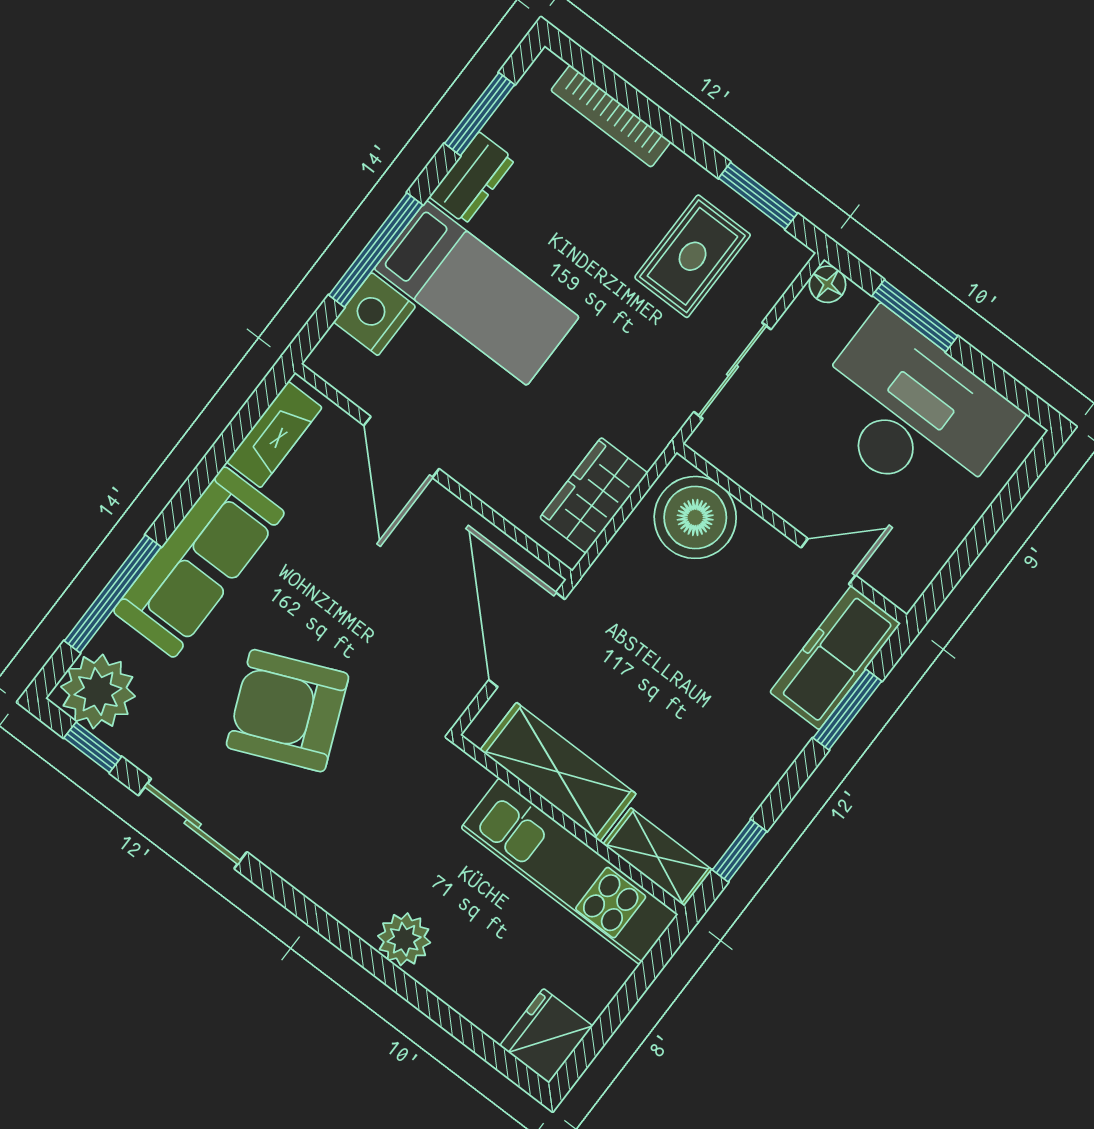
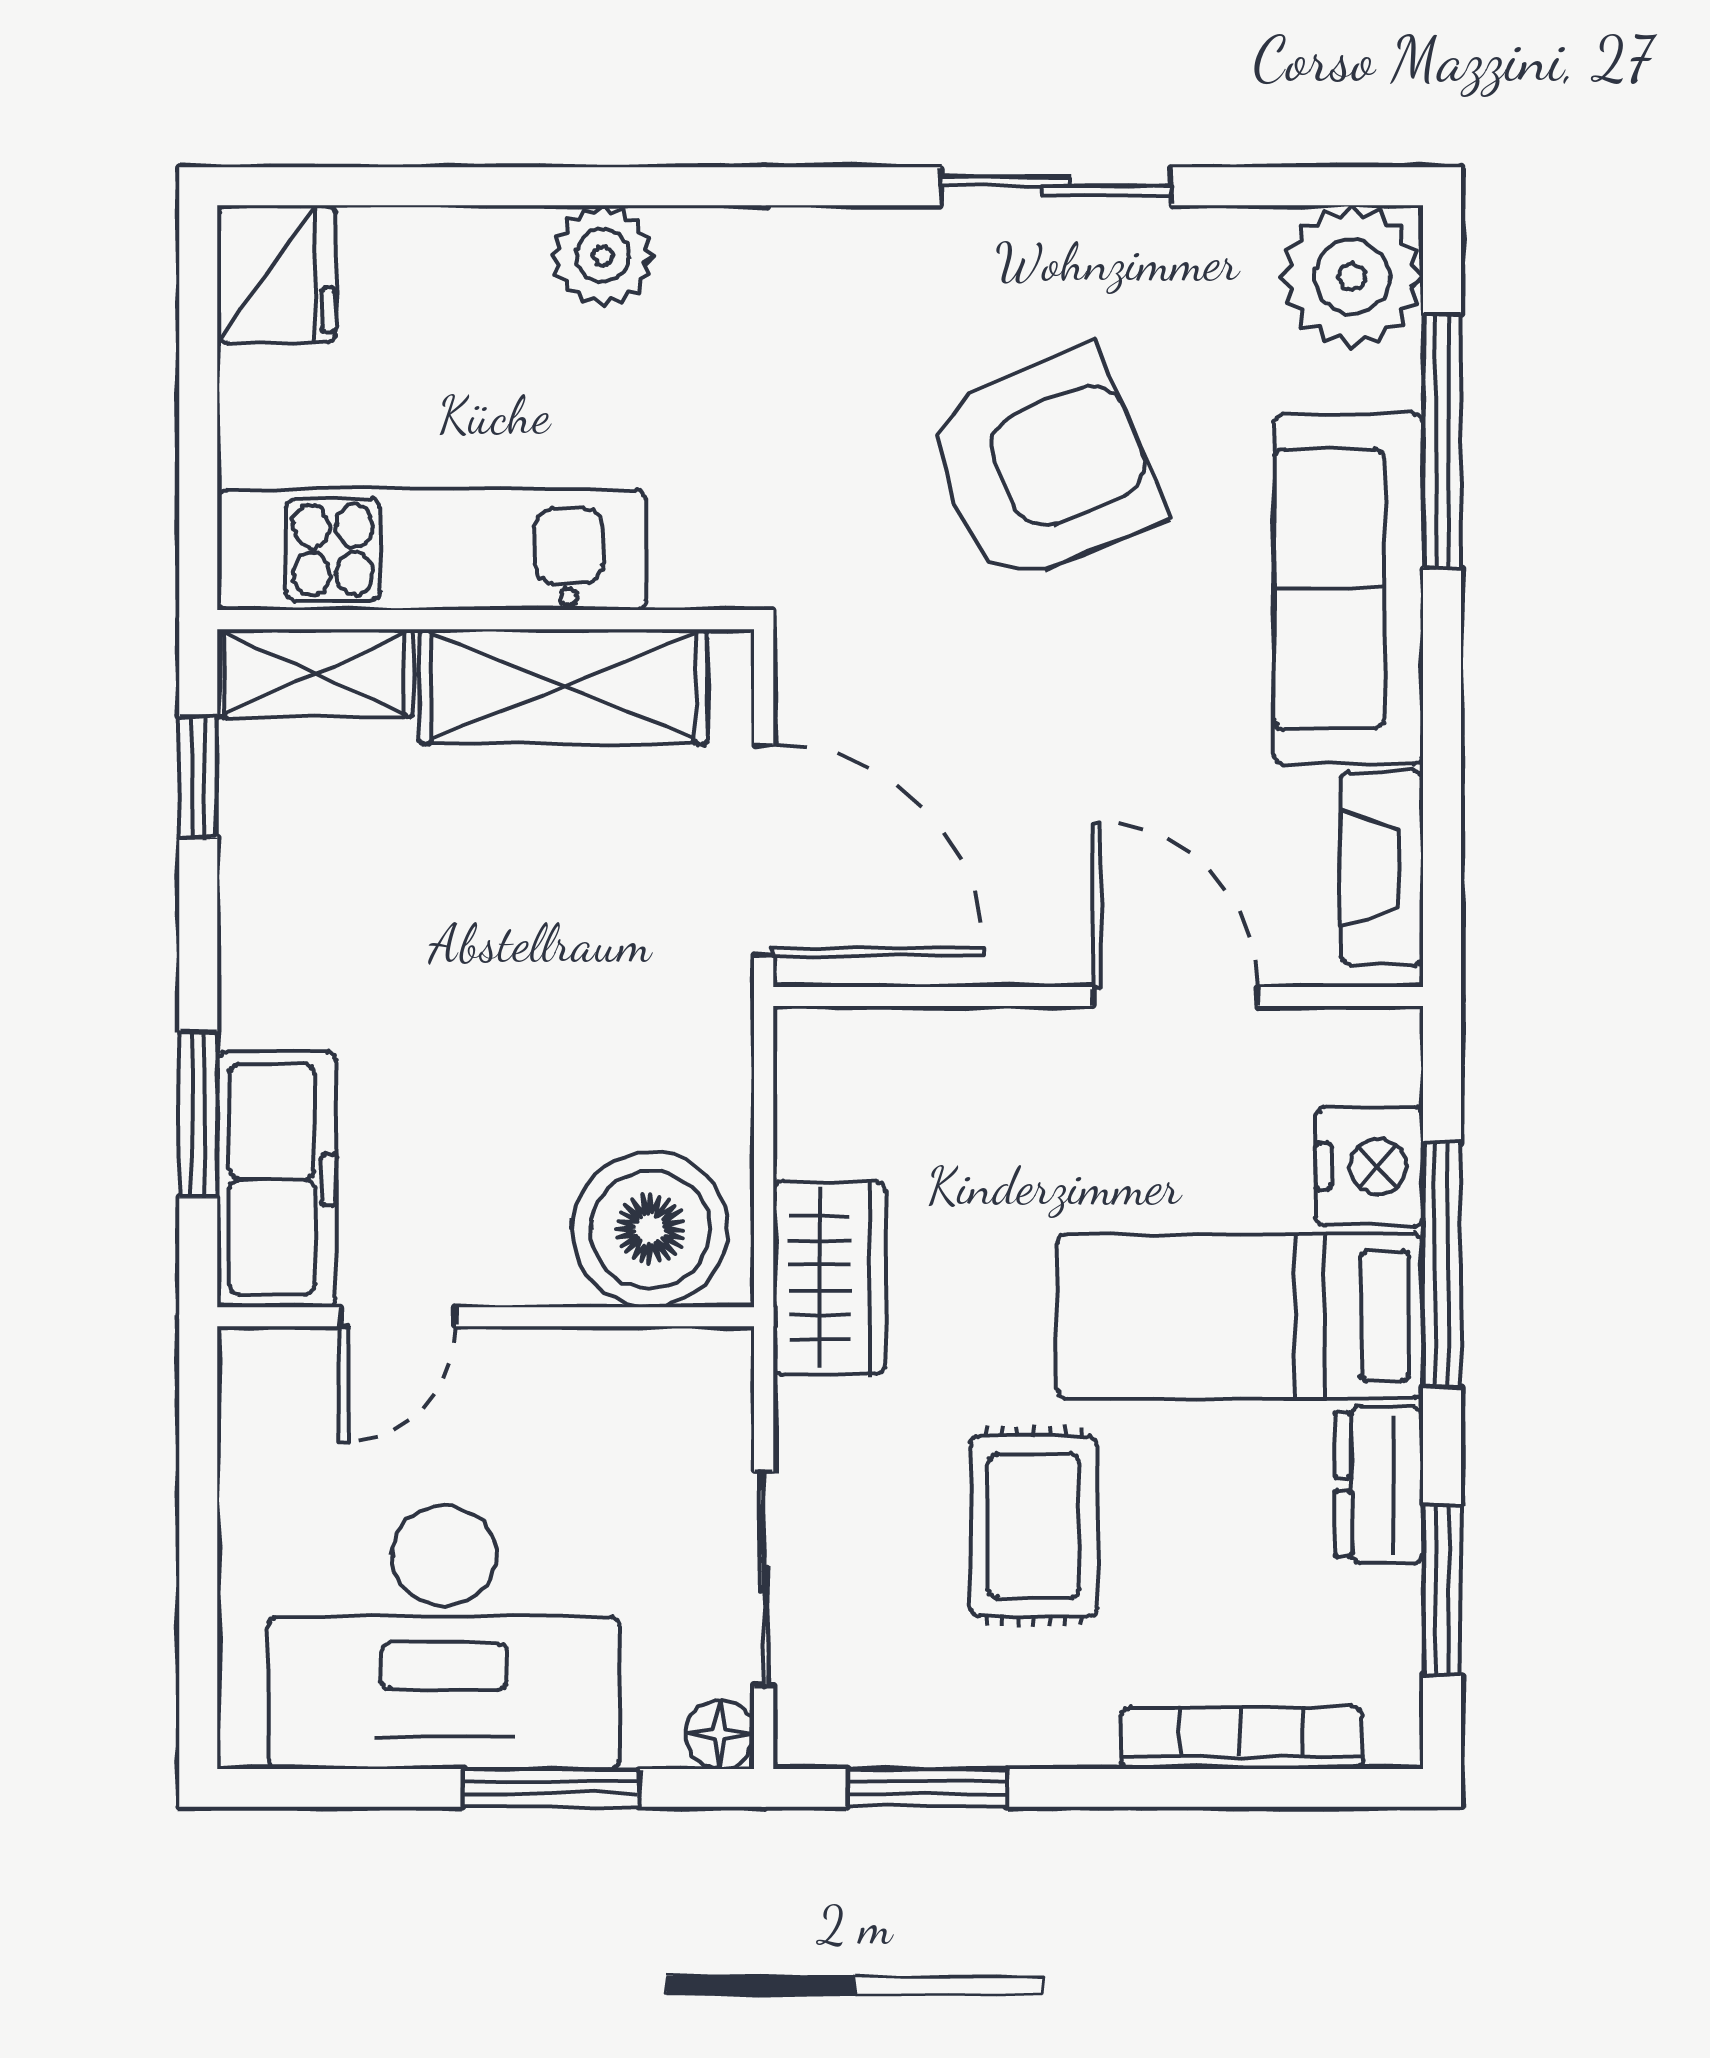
rug: (693, 256) -> (1034, 1526), moved
sliding door: (732, 371) -> (764, 1579), moved
wardrobe: (594, 495) -> (829, 1278), moved
window: (93, 747) -> (1295, 186), removed

